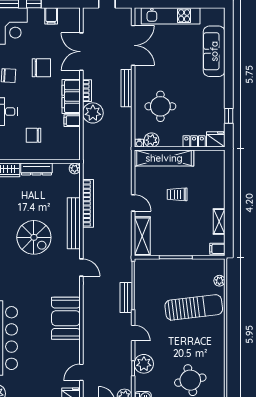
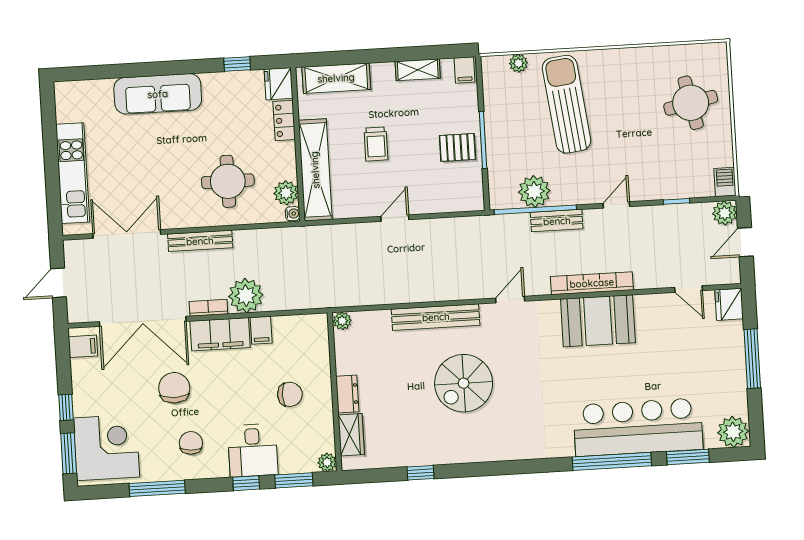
filing cabinet: (51, 16) -> (83, 346), moved
sofa: (214, 51) -> (158, 94), moved
double door: (81, 52) -> (143, 321), width x1.36
chair: (33, 135) -> (290, 394), turned -90
dresser: (36, 169) -> (347, 394), width x0.70
bookcase: (88, 203) -> (592, 283), moved
shelving: (142, 236) -> (336, 78), moved
spiral stairs: (34, 237) -> (464, 383), turned 180
pallet: (172, 242) -> (458, 147), added
plant: (144, 364) -> (534, 191), moved

